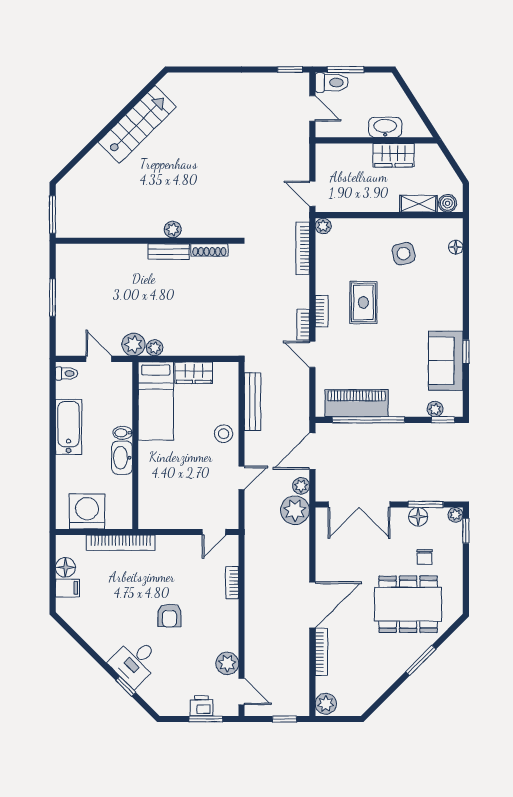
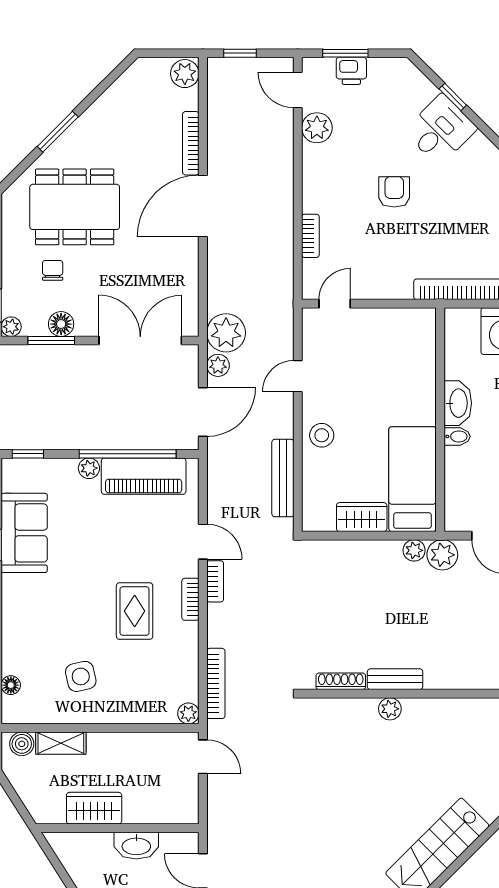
washbasin: (385, 127) -> (136, 846), moved
plant: (435, 409) -> (89, 468), moved

